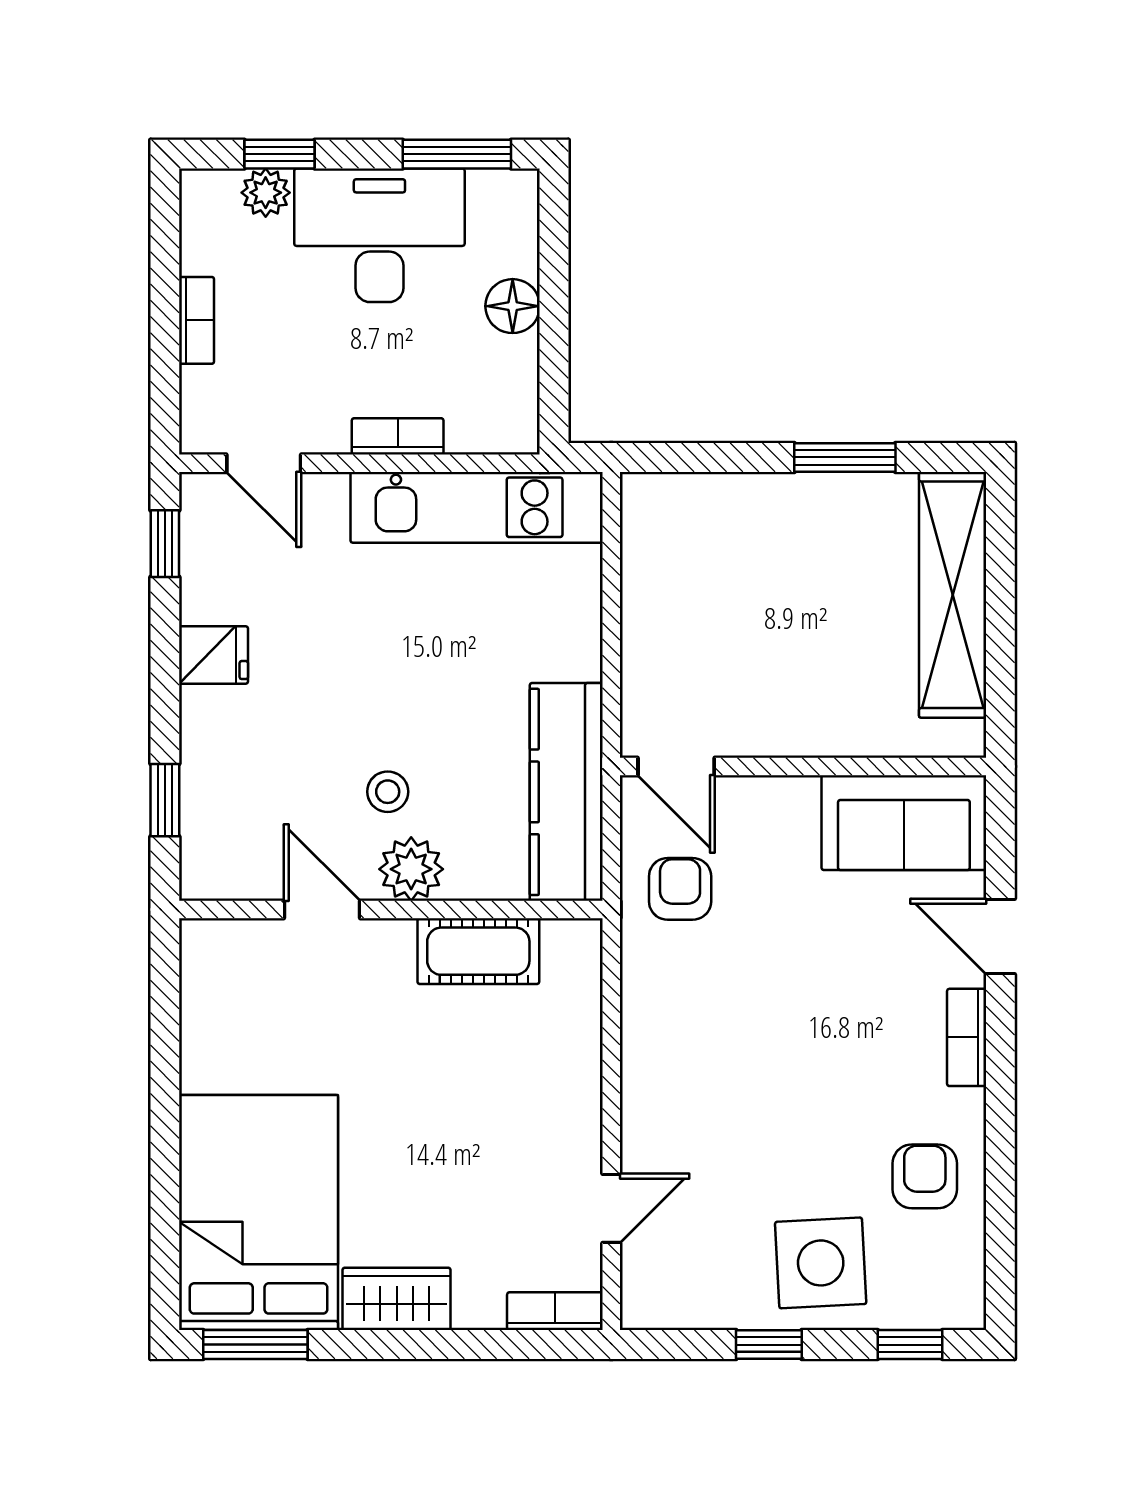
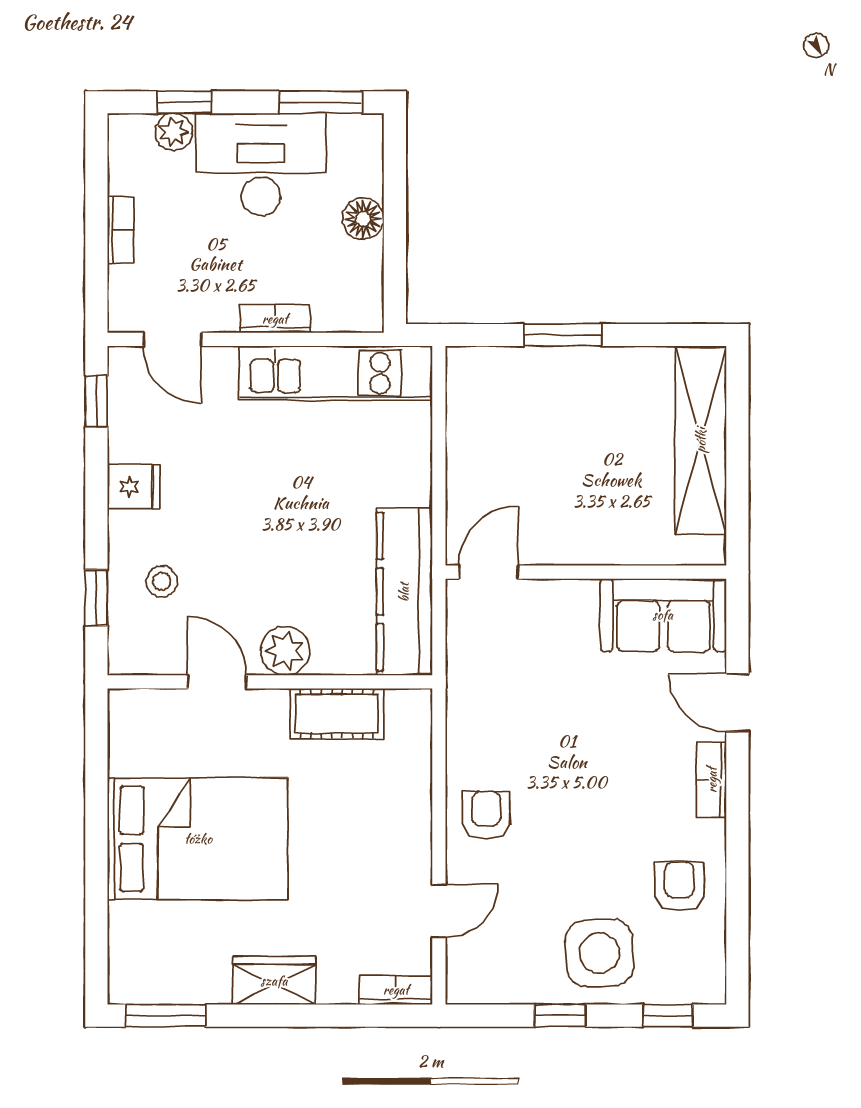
window: (845, 457) -> (563, 335), moved
door: (676, 767) -> (489, 572), swing flipped
stool: (388, 792) -> (162, 582), moved
armchair: (680, 889) -> (486, 815), moved
bed: (259, 1213) -> (198, 839), moved, turned 90

